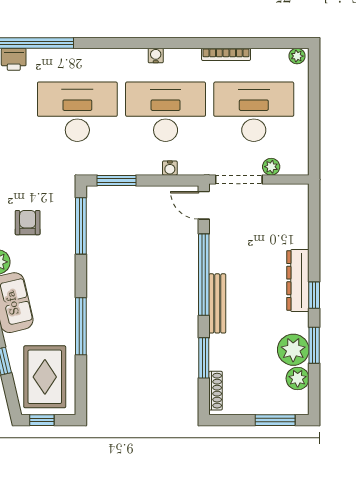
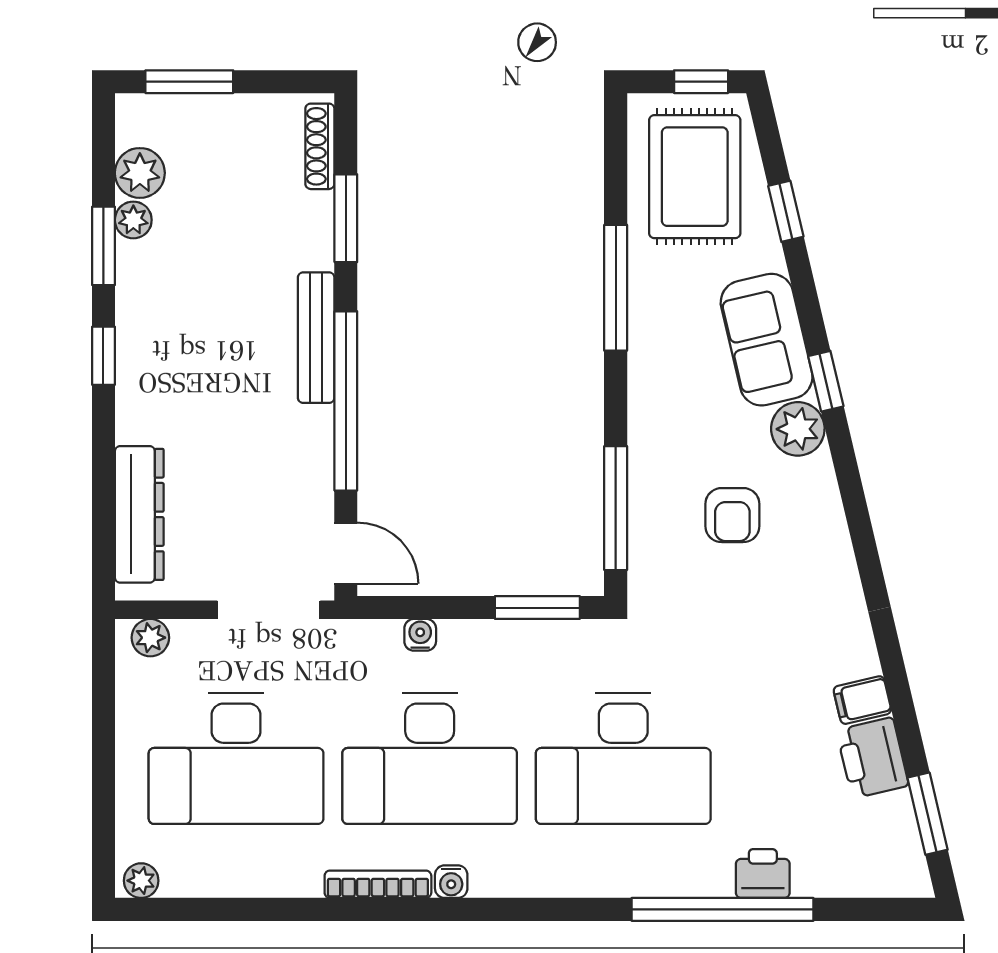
bookcase: (226, 54) -> (378, 884), moved
plant: (271, 167) -> (150, 638), moved
dresser: (298, 280) -> (139, 514), moved
plant: (293, 350) -> (133, 220), width x0.53, depth x0.53

